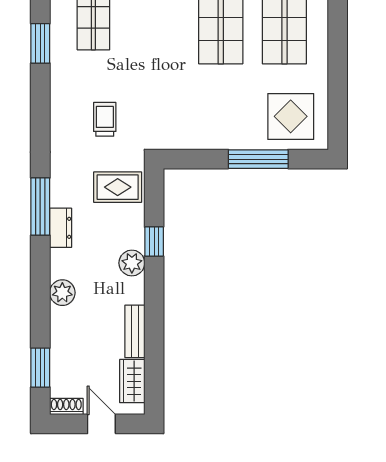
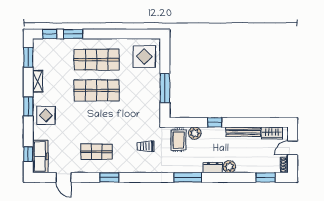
window: (258, 159) -> (165, 88), moved
dresser: (61, 228) -> (213, 168), moved
window: (154, 242) -> (215, 122), moved
plant: (132, 263) -> (195, 133), moved
bench: (135, 331) -> (243, 132), width x1.36

